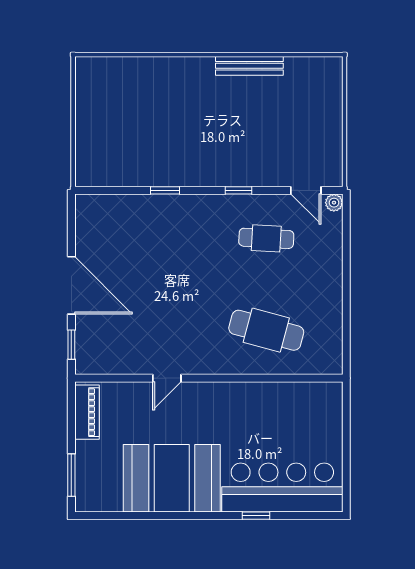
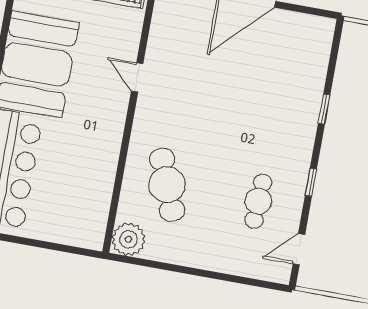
plant: (334, 203) -> (128, 239), moved, width x1.87, depth x1.87
cafe table: (266, 330) -> (167, 185), turned -36

